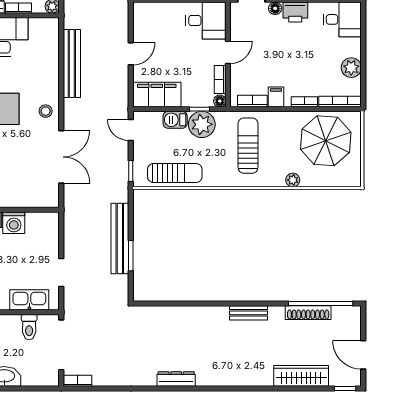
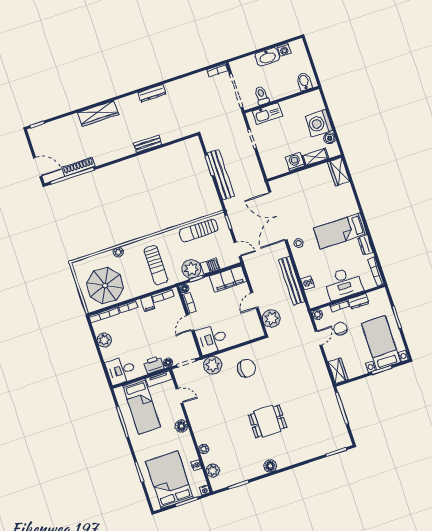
plant: (116, 22) -> (271, 318), added
nightstand: (52, 53) -> (307, 283), added
double door: (61, 157) -> (278, 216), width x1.36
bench: (249, 313) -> (148, 144), moved
door: (363, 355) -> (38, 167), moved
wardrobe: (301, 376) -> (98, 114), moved

